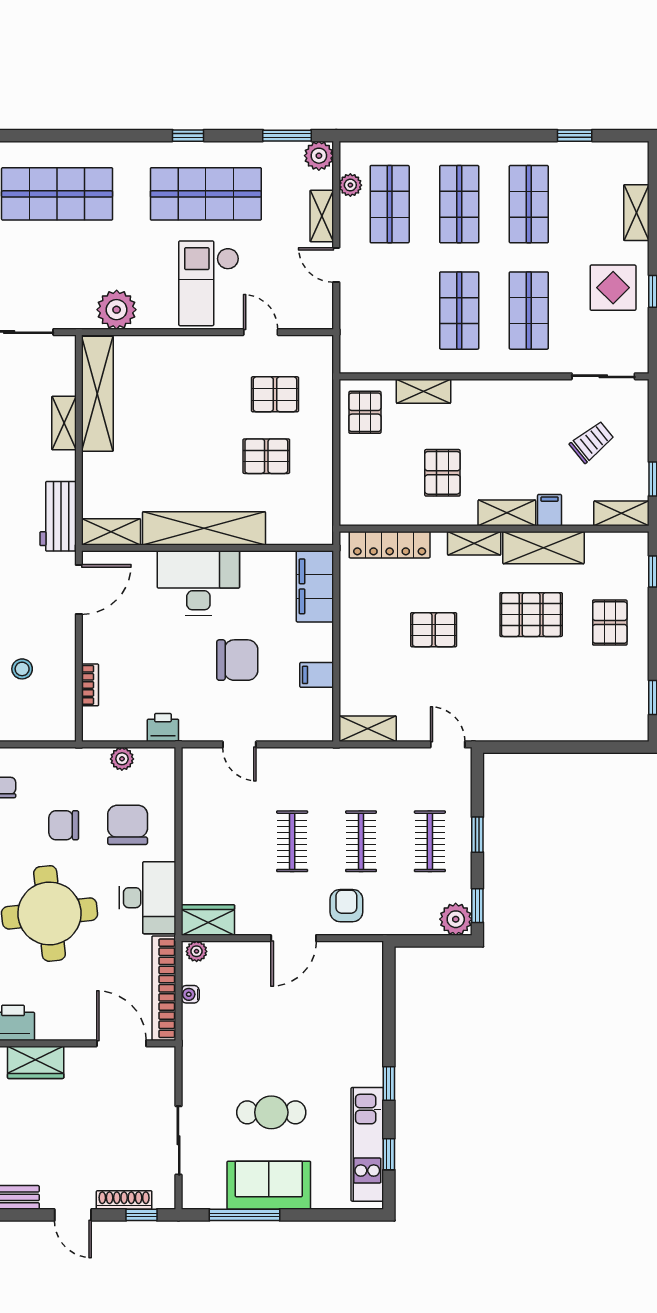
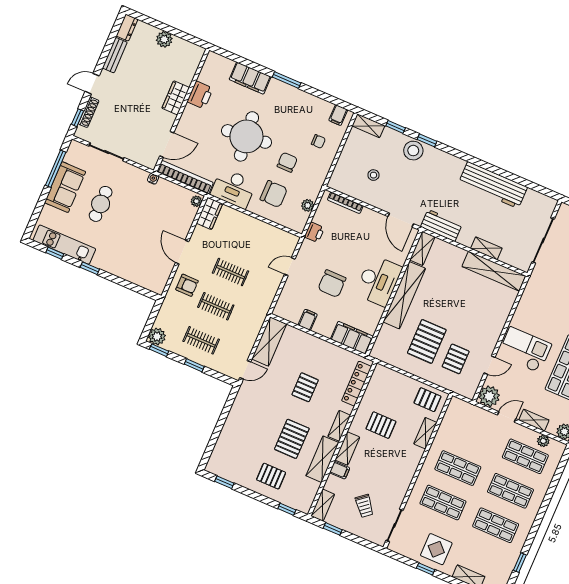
plant: (117, 310) -> (489, 396), moved
pallet: (266, 456) -> (427, 341), width x1.50, depth x1.42
bookcase: (90, 685) -> (345, 203), width x1.56
shelving: (368, 729) -> (269, 341), width x1.50, depth x1.33
water cooler: (190, 994) -> (153, 179), moved

